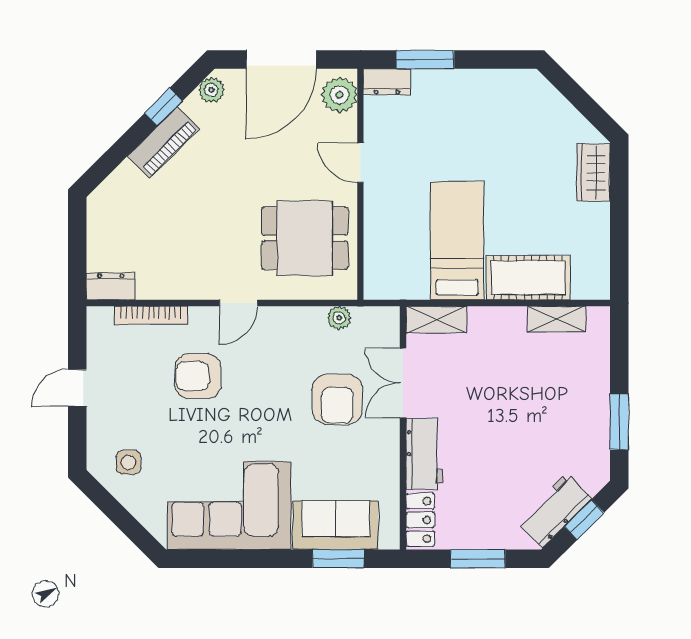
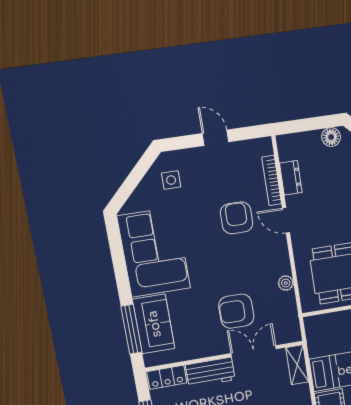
floor lamp: (100, 217) -> (331, 137), added
dresser: (111, 286) -> (291, 178), moved
door: (238, 303) -> (286, 220), moved
plant: (339, 318) -> (286, 283), moved
window: (338, 559) -> (131, 329), width x1.44

